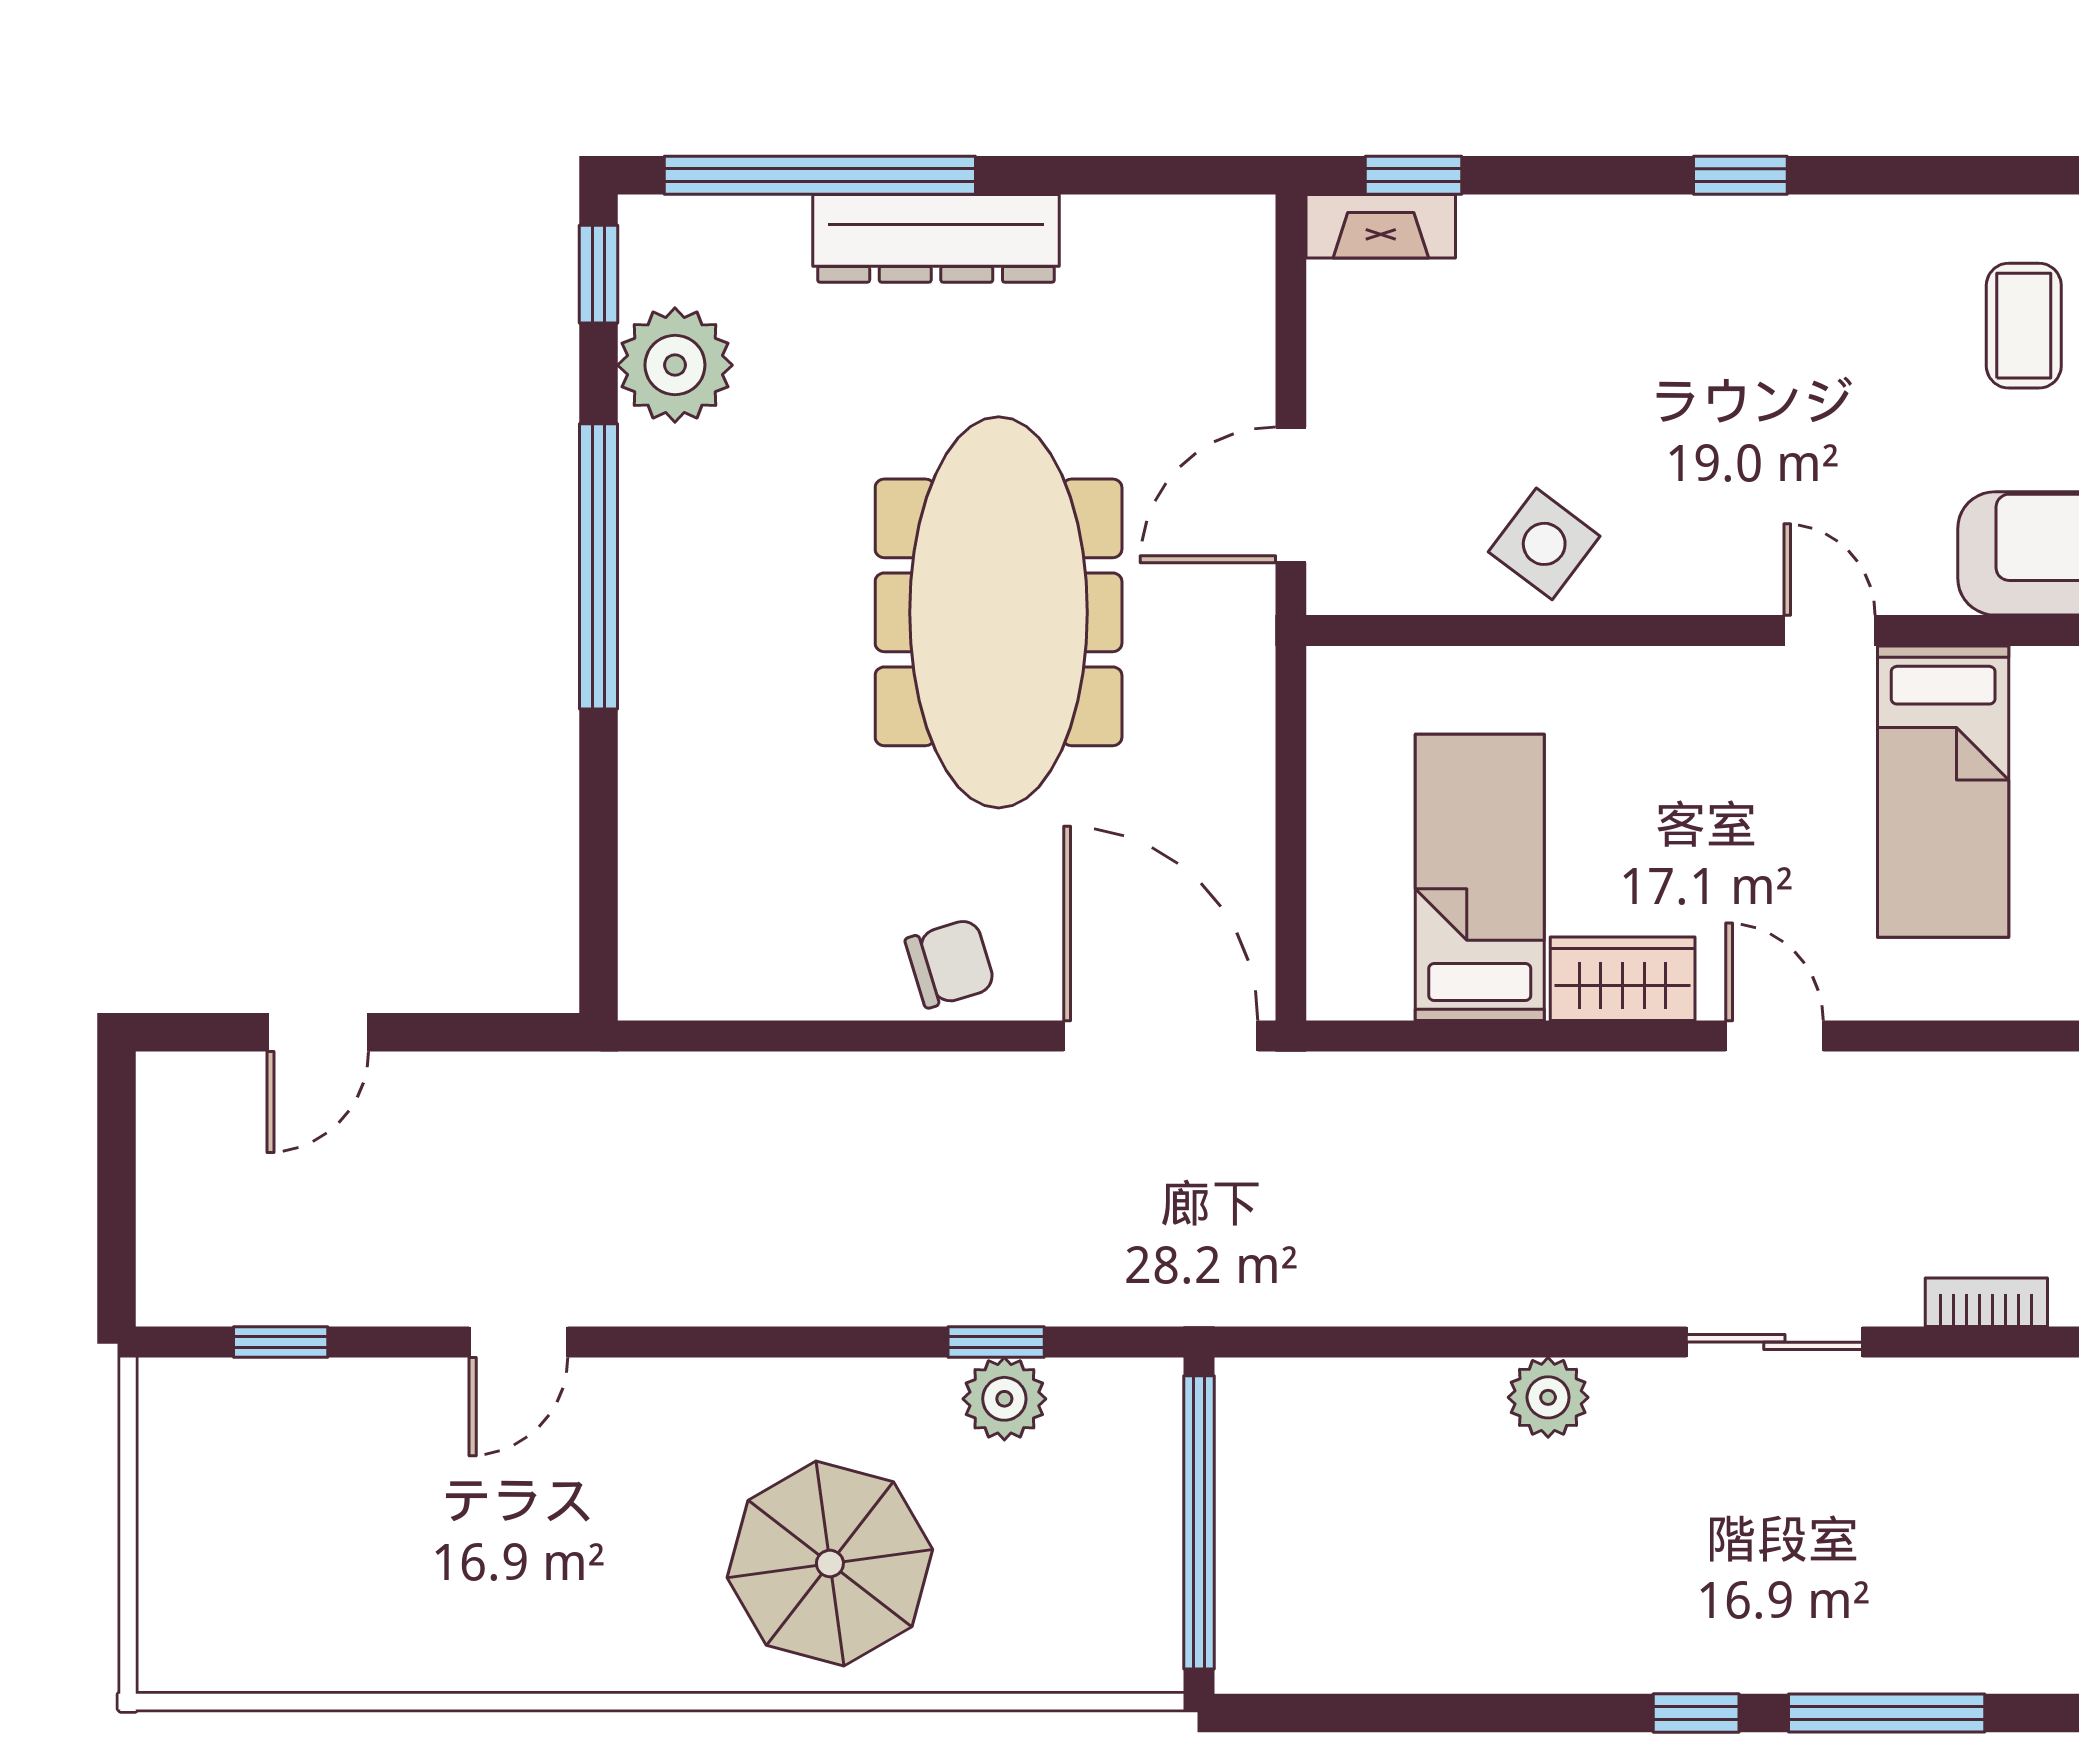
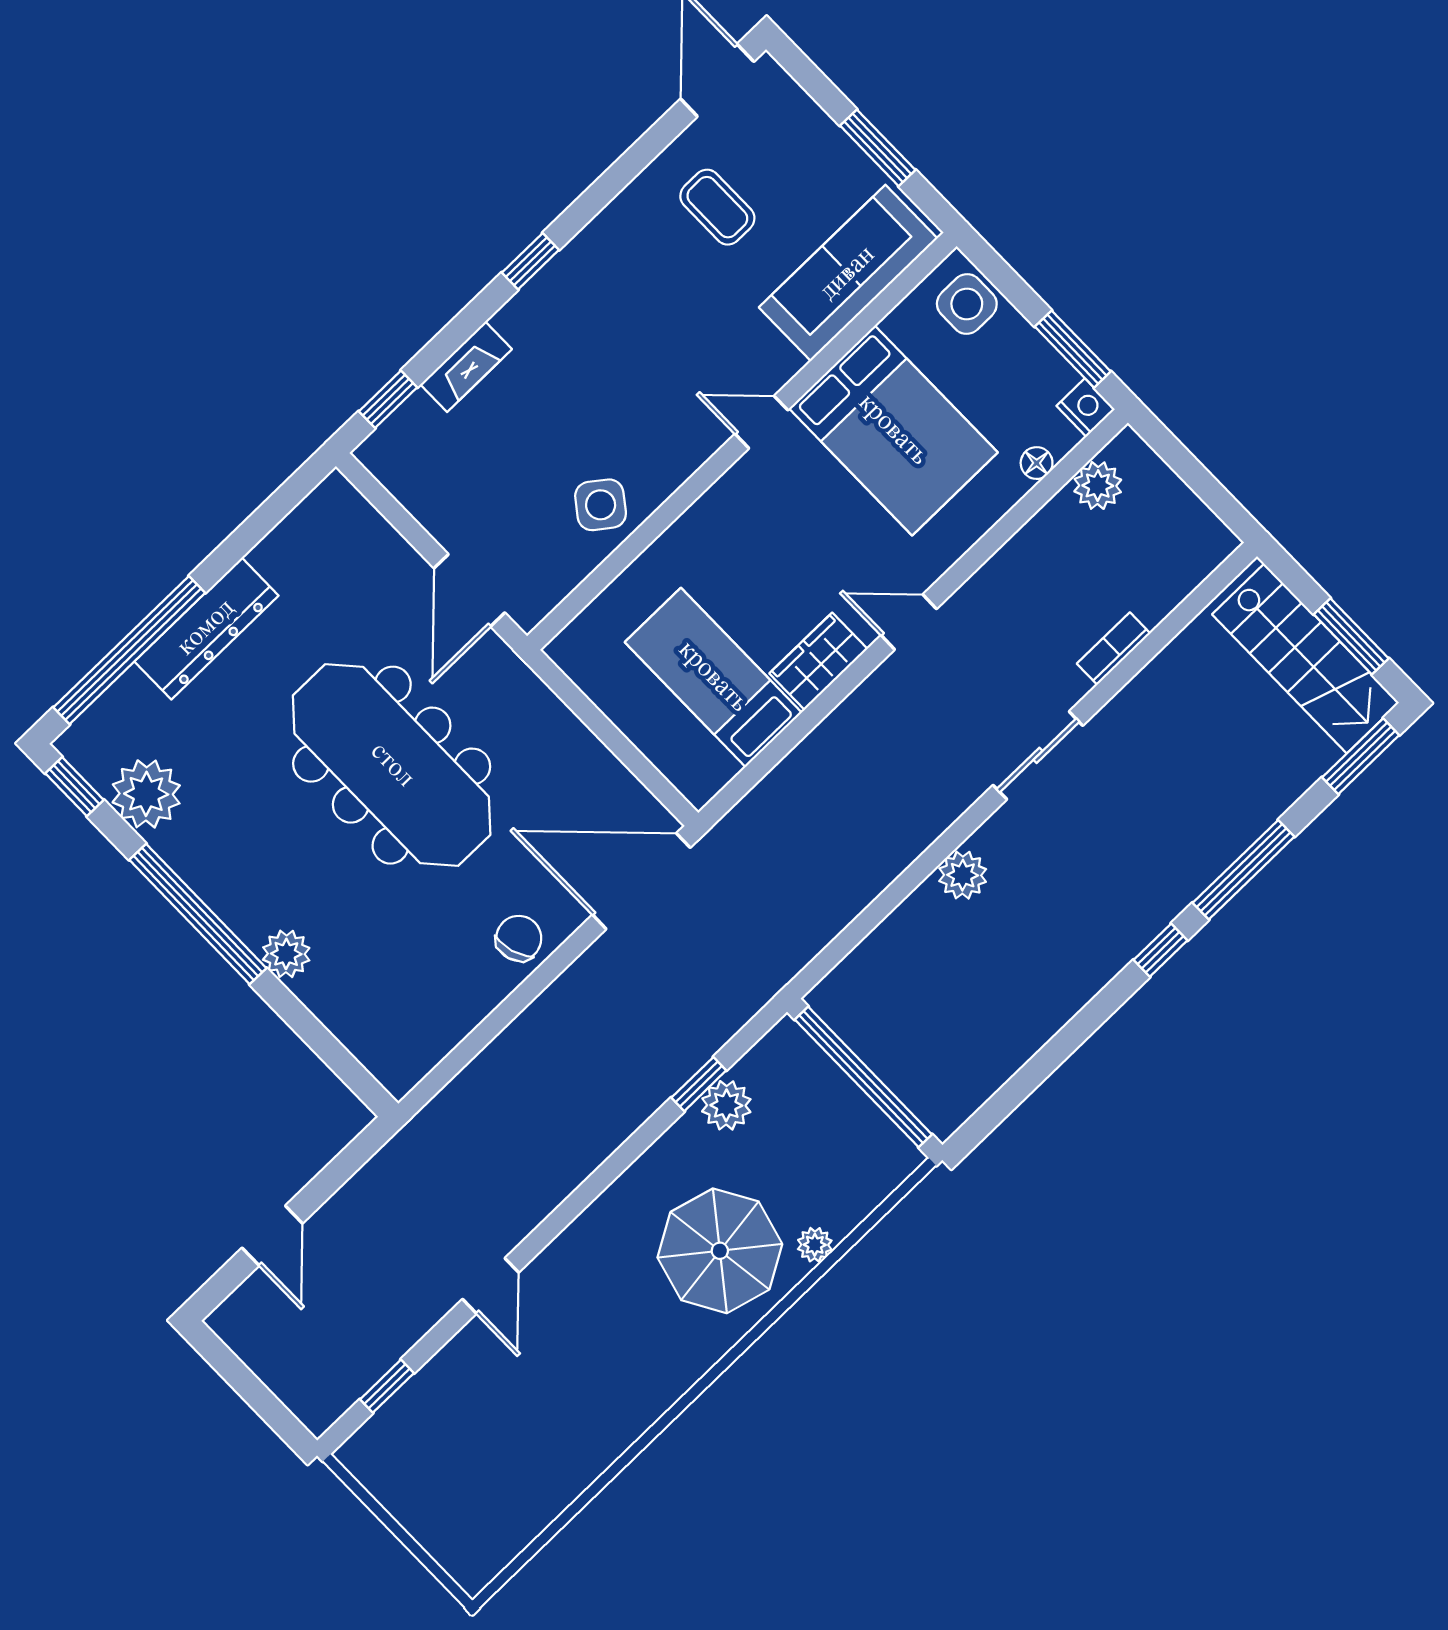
fireplace: (1381, 226) -> (466, 367), moved
plant: (657, 715) -> (286, 954), added
bed: (1943, 792) -> (893, 430), width x1.50
plant: (949, 1665) -> (815, 1245), added

